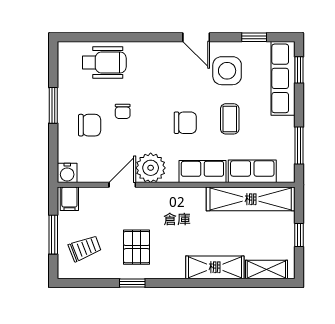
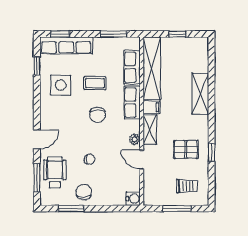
window: (97, 37) -> (37, 178), added
door: (196, 37) -> (37, 139), moved
window: (53, 105) -> (71, 209), moved
chair: (185, 123) -> (98, 115), turned 180
chair: (90, 125) -> (84, 192), moved
plant: (151, 168) -> (135, 139), width x0.53, depth x0.53
filing cabinet: (69, 199) -> (152, 107), moved
trolley: (85, 248) -> (187, 186), turned 111
shelving: (266, 270) -> (150, 130), moved

